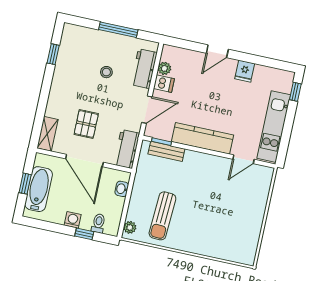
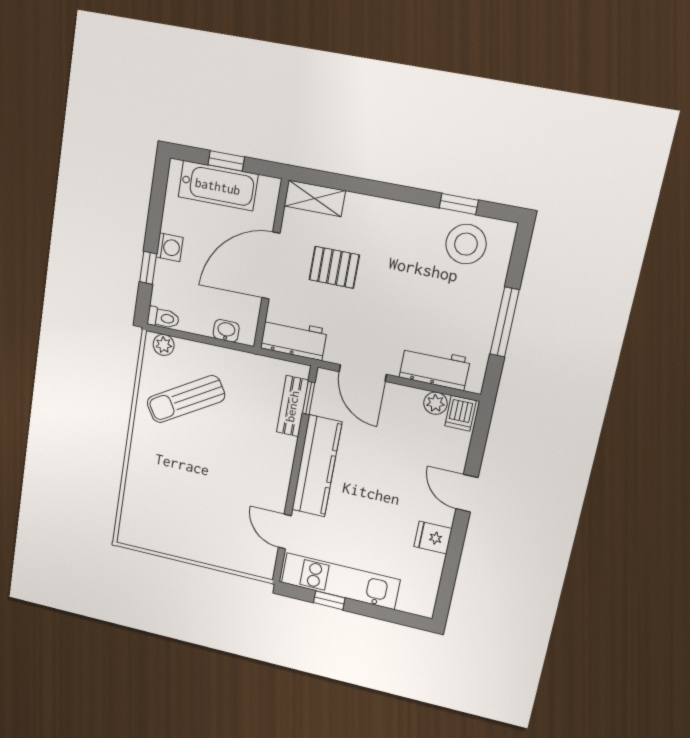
stool: (106, 72) -> (466, 244), moved, width x1.89, depth x1.89
dishwasher: (164, 84) -> (461, 413), moved
window: (295, 92) -> (329, 600), moved
sun lounger: (162, 216) -> (186, 399), turned -34
toilet: (98, 223) -> (163, 318), moved

